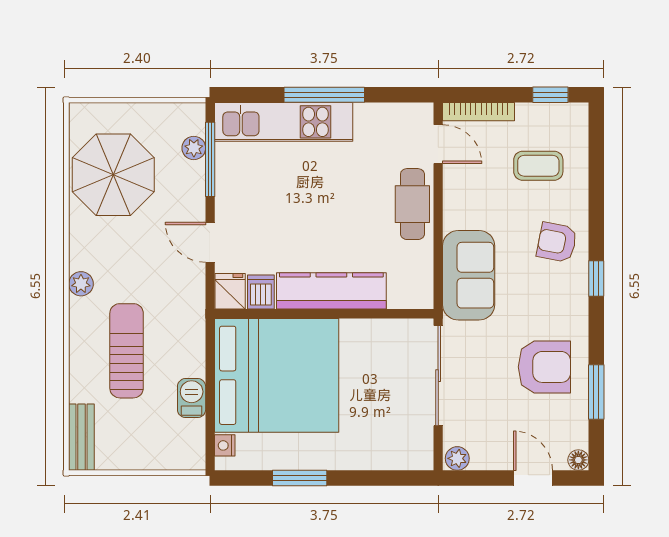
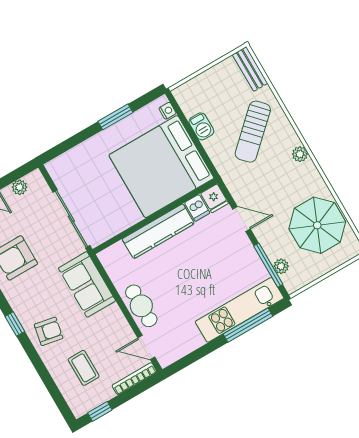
window: (324, 95) -> (248, 325), moved
coffee table: (538, 166) -> (84, 368), turned 90
sun lounger: (127, 351) -> (253, 132), turned 47
plant: (457, 458) -> (20, 187), moved

